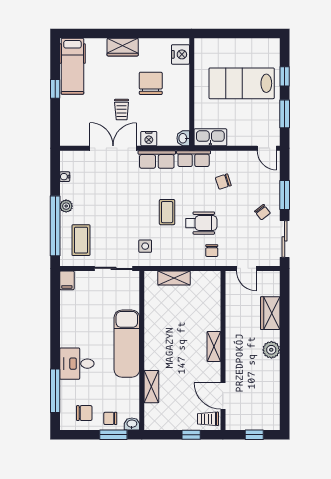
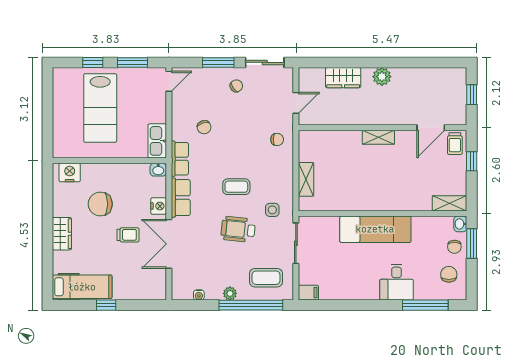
wheelchair: (201, 223) -> (238, 229), moved, turned -84
shelving: (151, 387) -> (450, 203), moved

